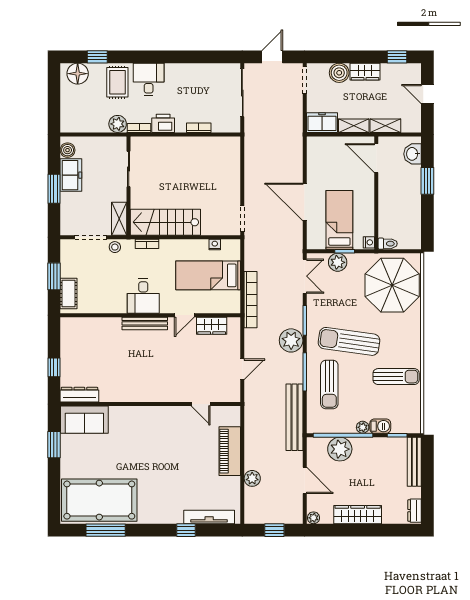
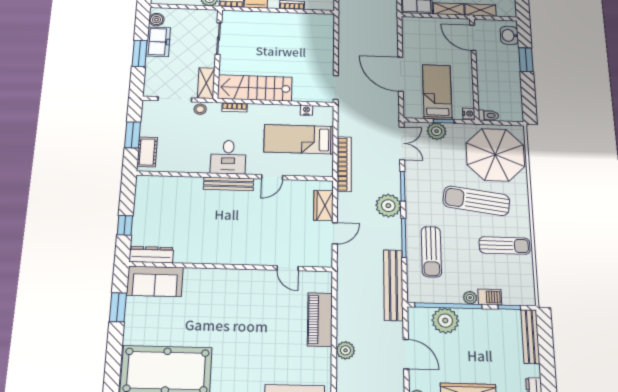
wardrobe: (212, 326) -> (323, 205), moved, turned 90
sun lounger: (349, 341) -> (476, 201), moved

